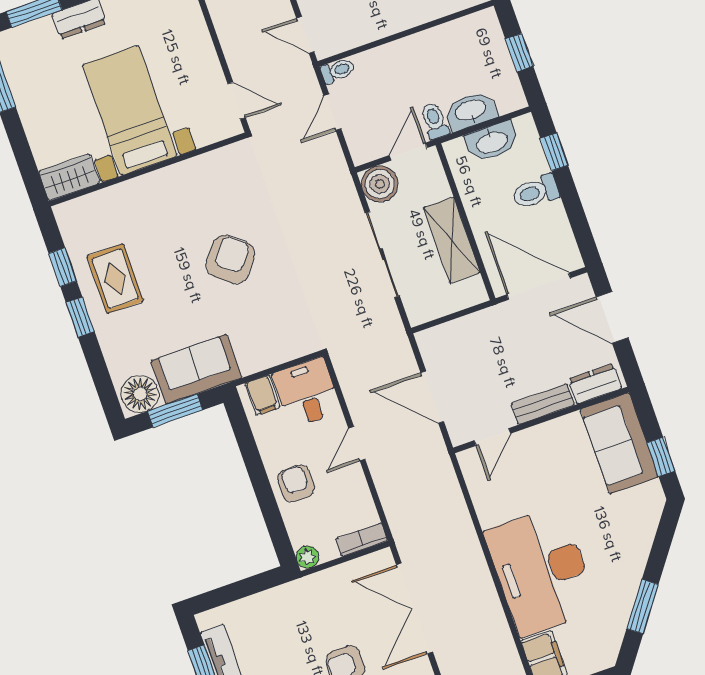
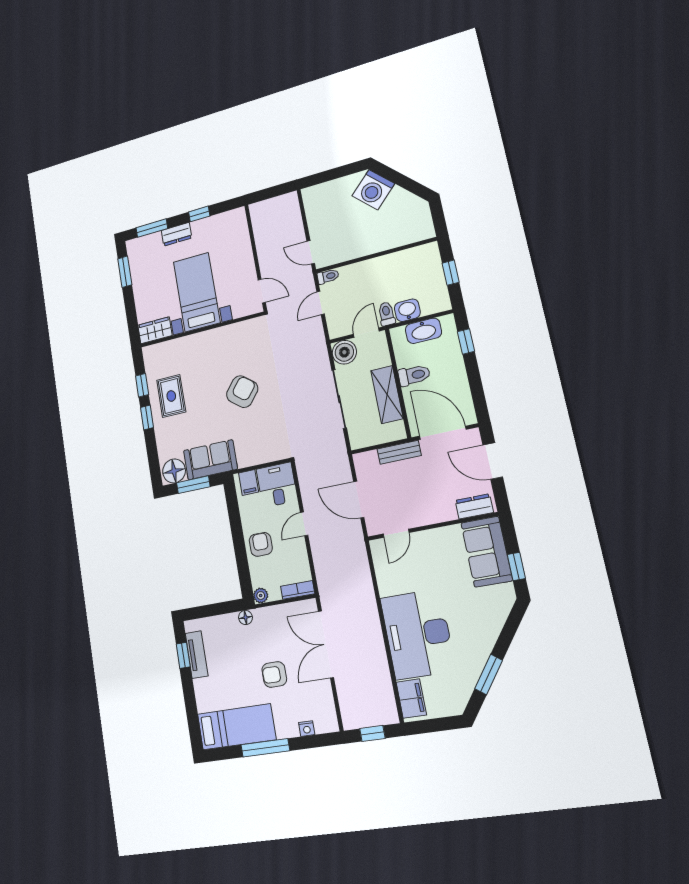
washbasin: (471, 111) -> (407, 310), width x0.72
toilet: (536, 192) -> (414, 375), moved, turned 180
bench: (543, 404) -> (399, 452), moved
floor lamp: (289, 593) -> (246, 617), added

